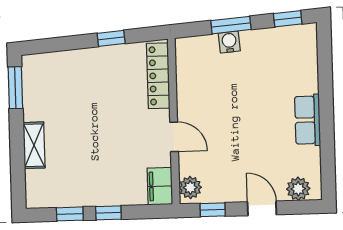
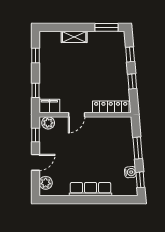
water cooler: (229, 42) -> (130, 172), moved
window: (63, 44) -> (130, 54), added
row of seats: (308, 120) -> (91, 189), width x1.48
window: (108, 213) -> (35, 90), moved

